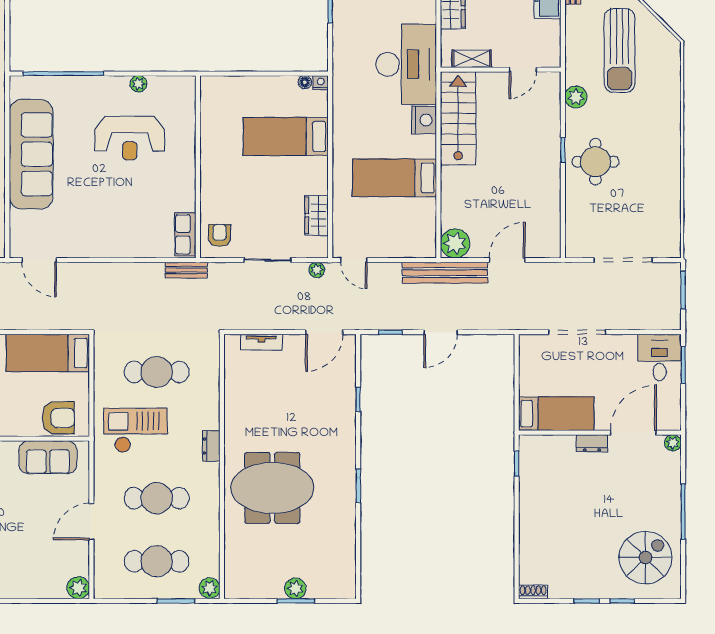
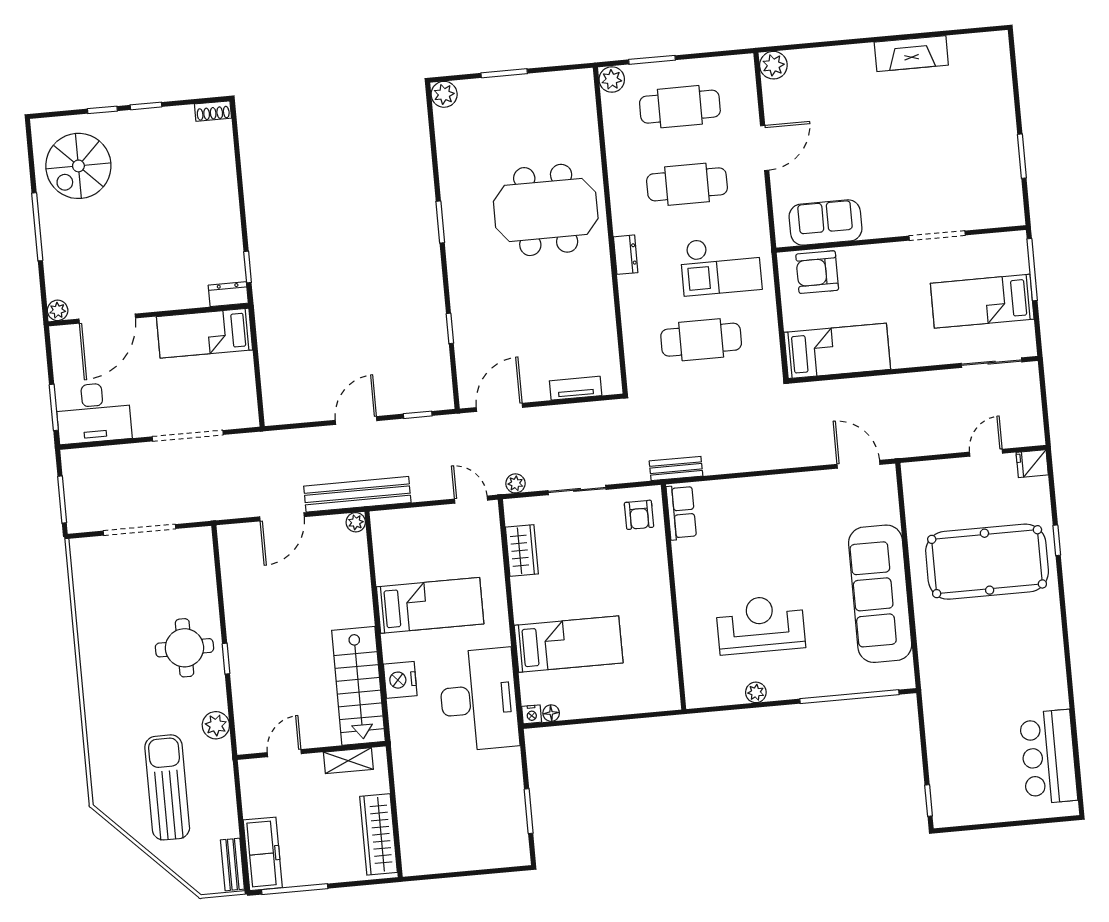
desk: (406, 64) -> (479, 700), moved, turned 180
plant: (455, 243) -> (356, 522), width x0.53, depth x0.53
desk: (660, 357) -> (93, 413), width x1.37
dresser: (592, 443) -> (228, 294), moved
plant: (295, 588) -> (444, 94), moved

